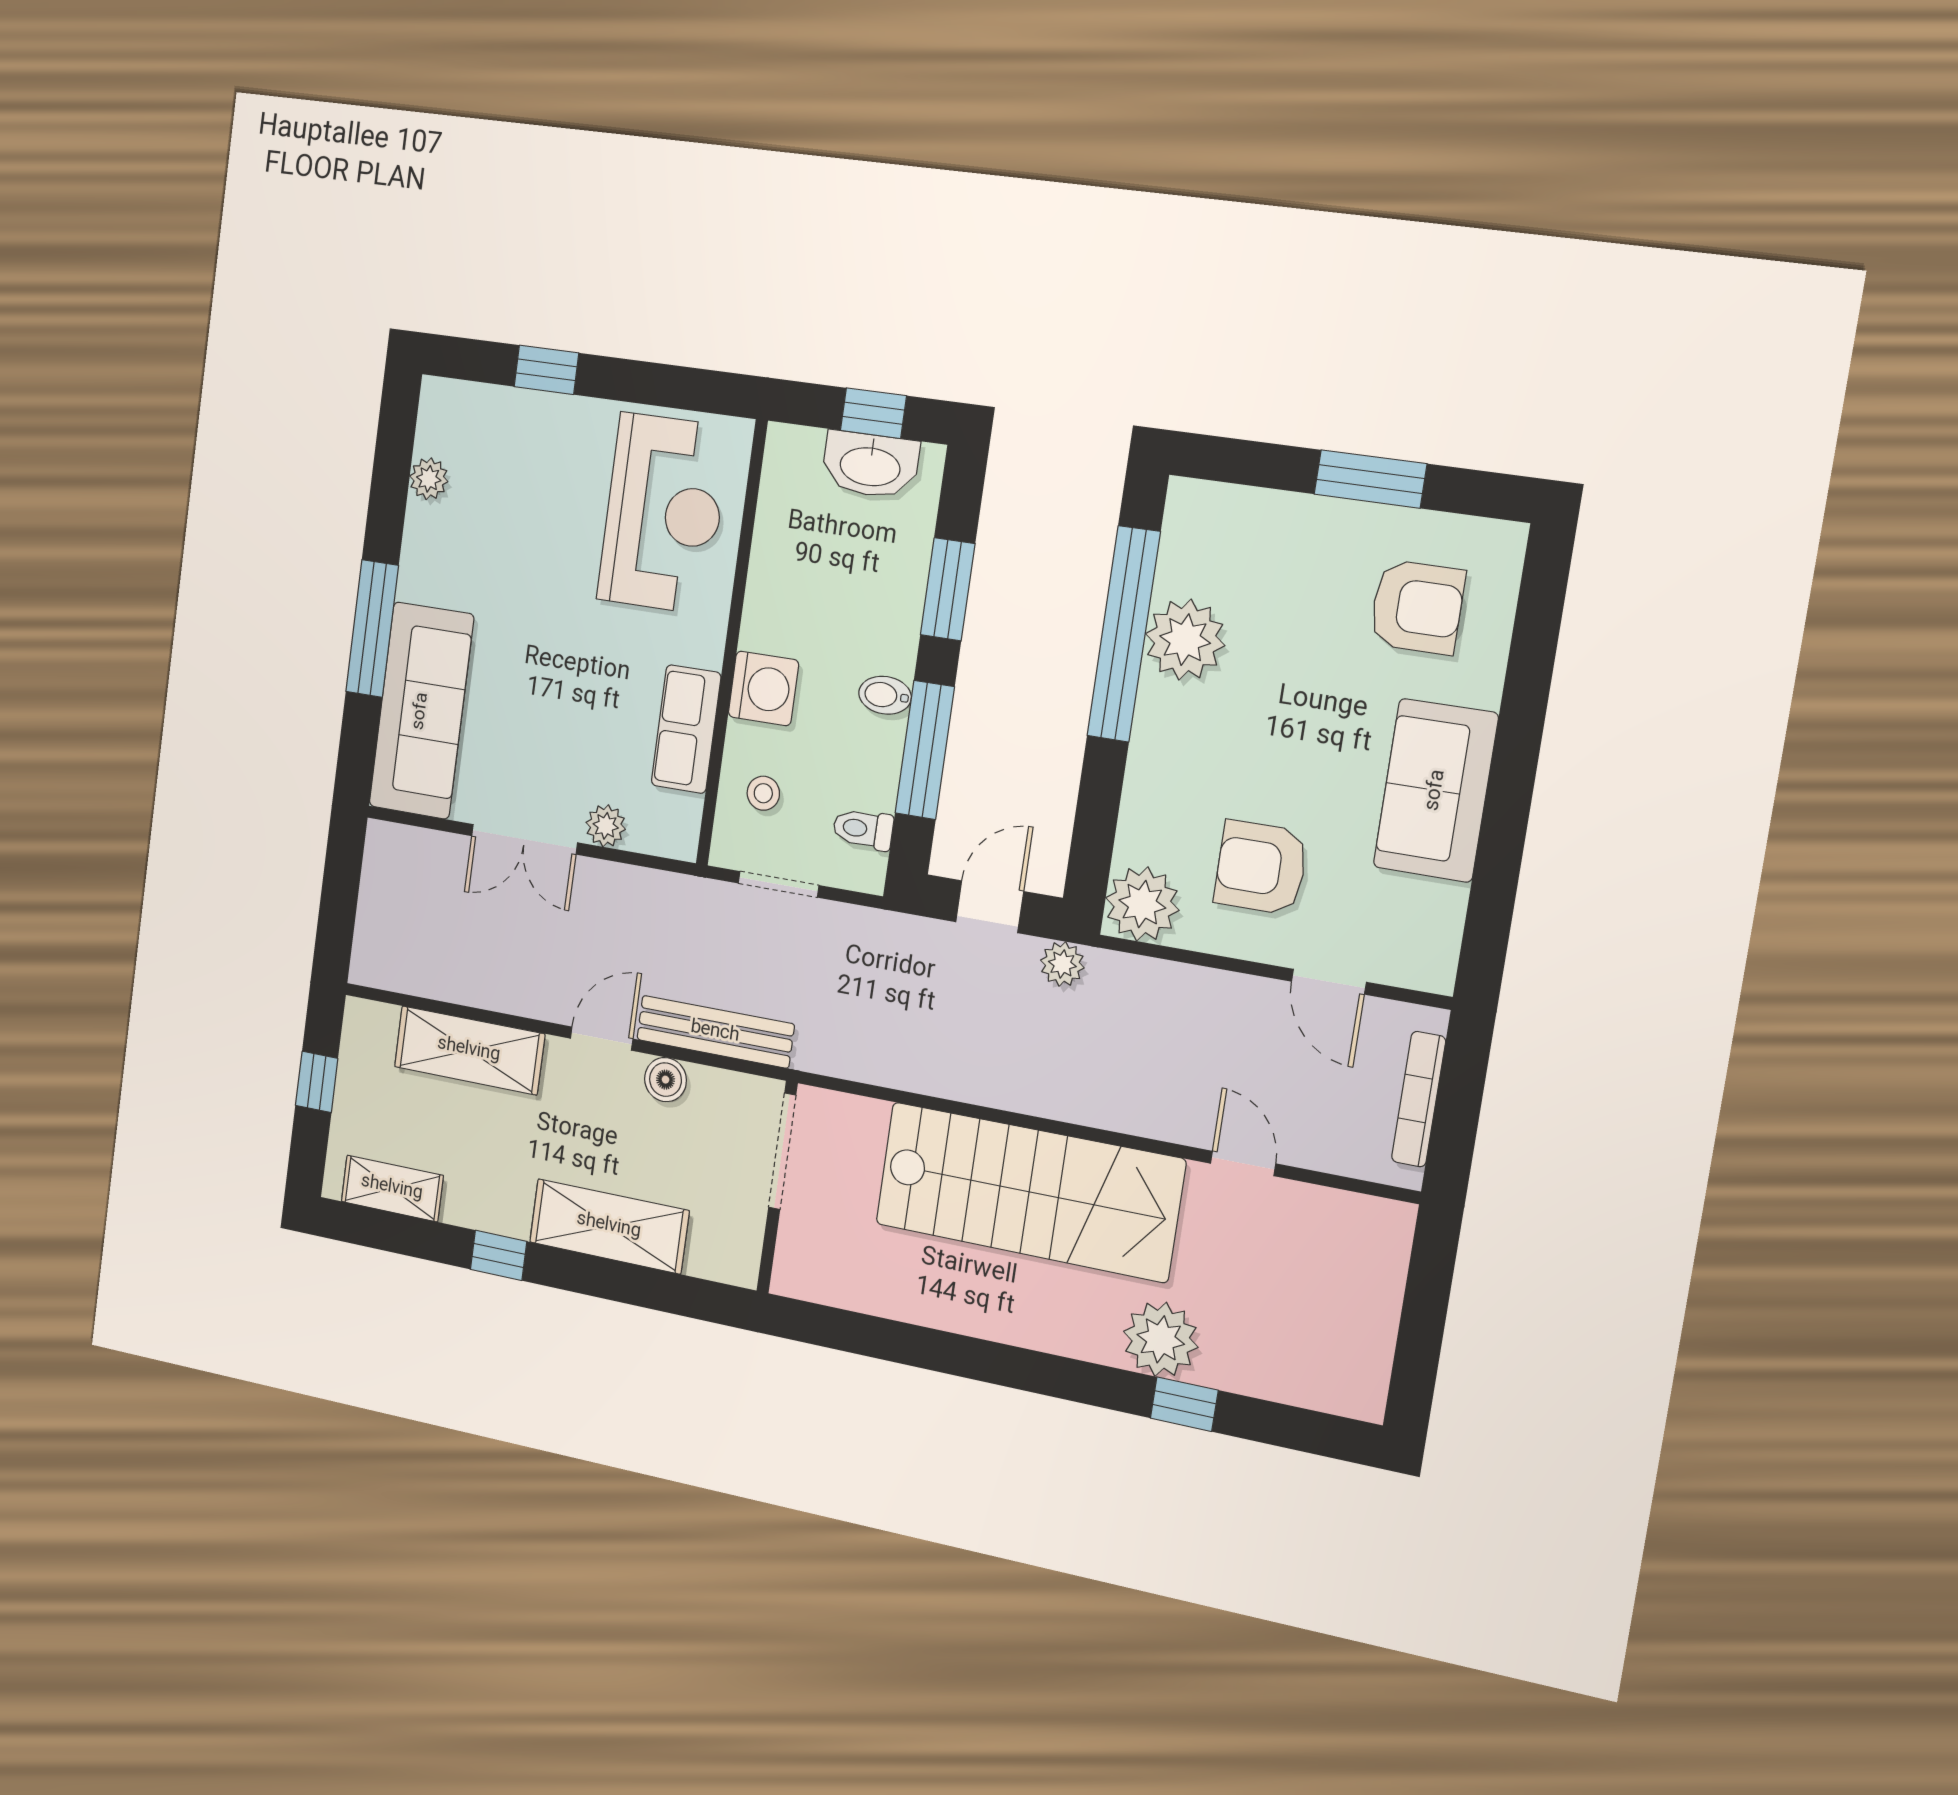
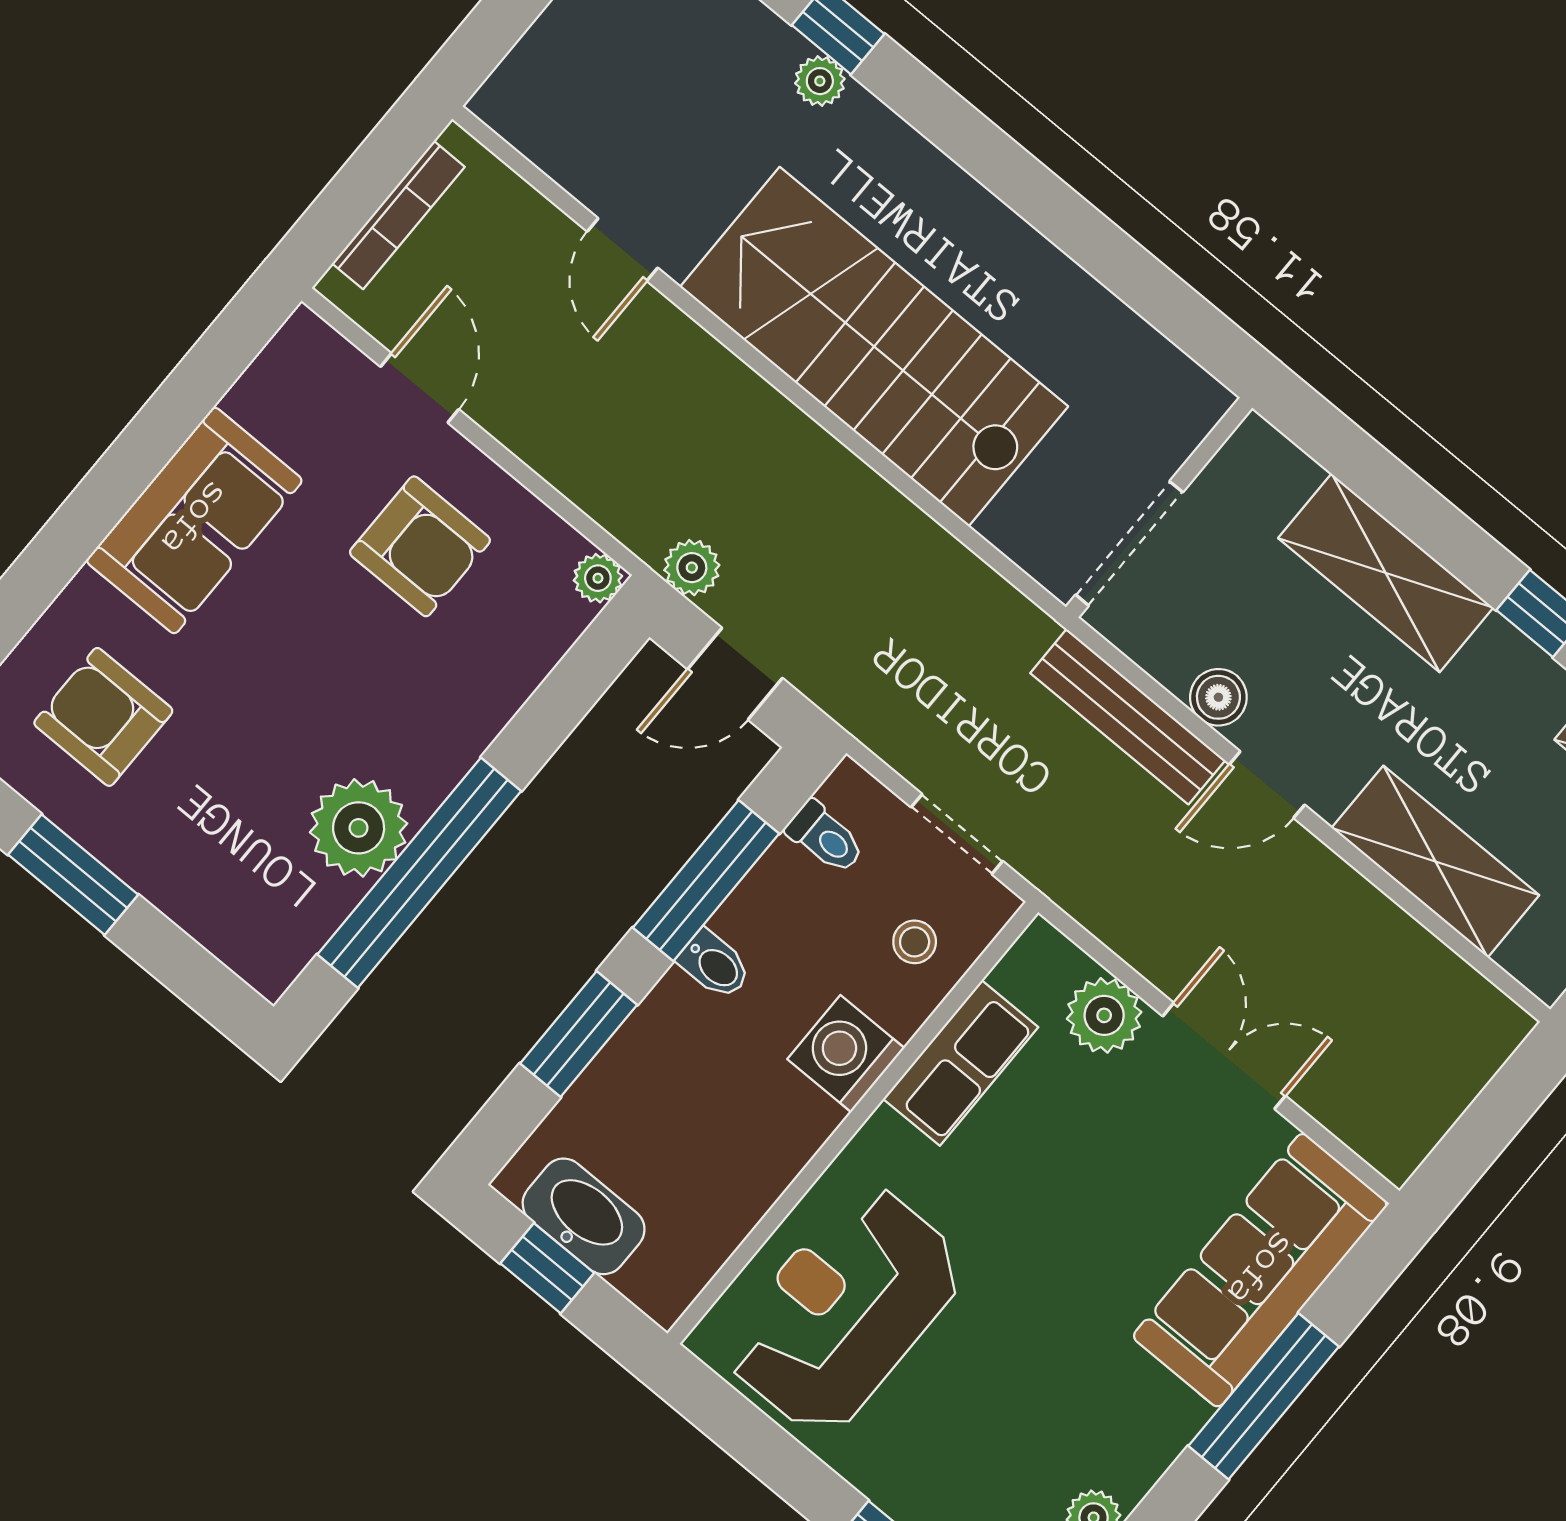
plant: (606, 826) -> (1104, 1015), width x1.38, depth x1.38
plant: (1142, 904) -> (598, 578), width x0.53, depth x0.53
plant: (1161, 1339) -> (820, 81), width x0.53, depth x0.53

